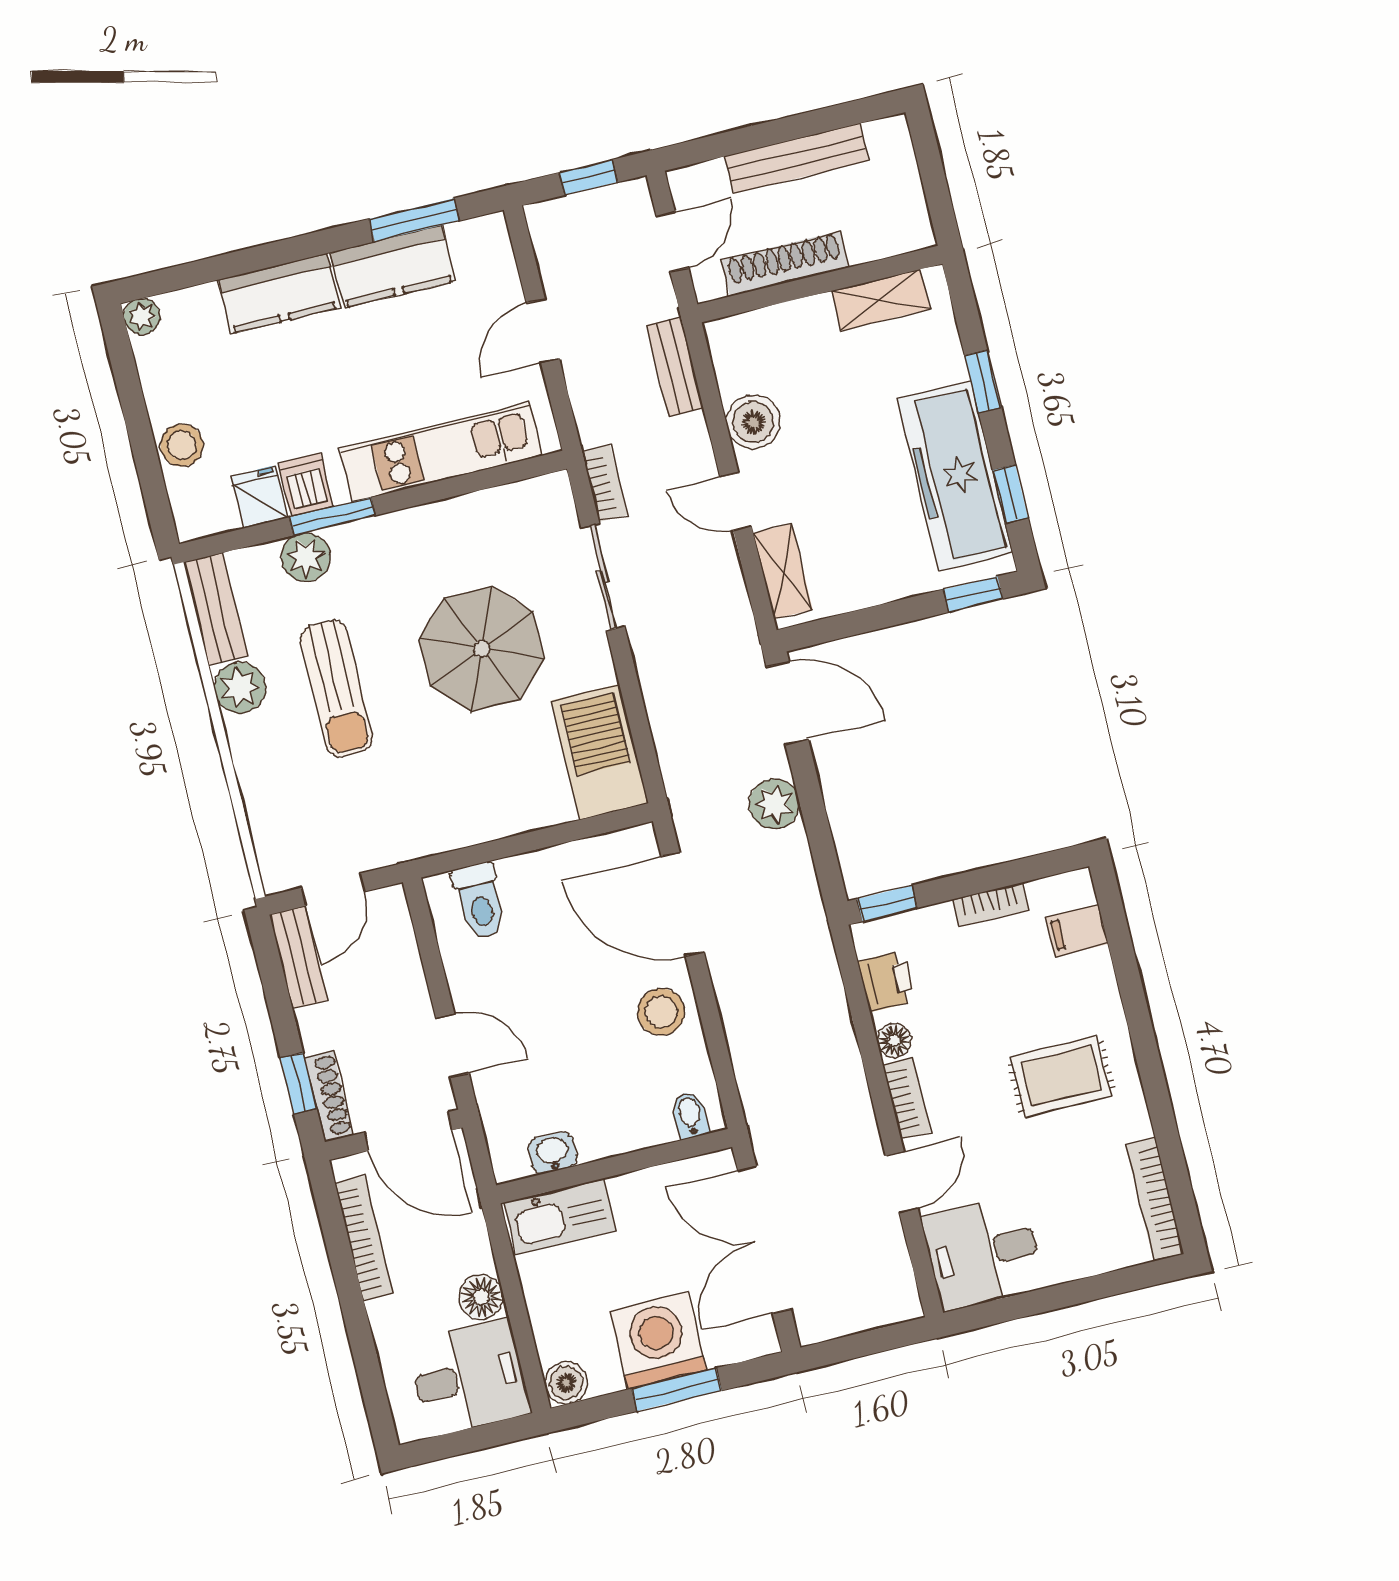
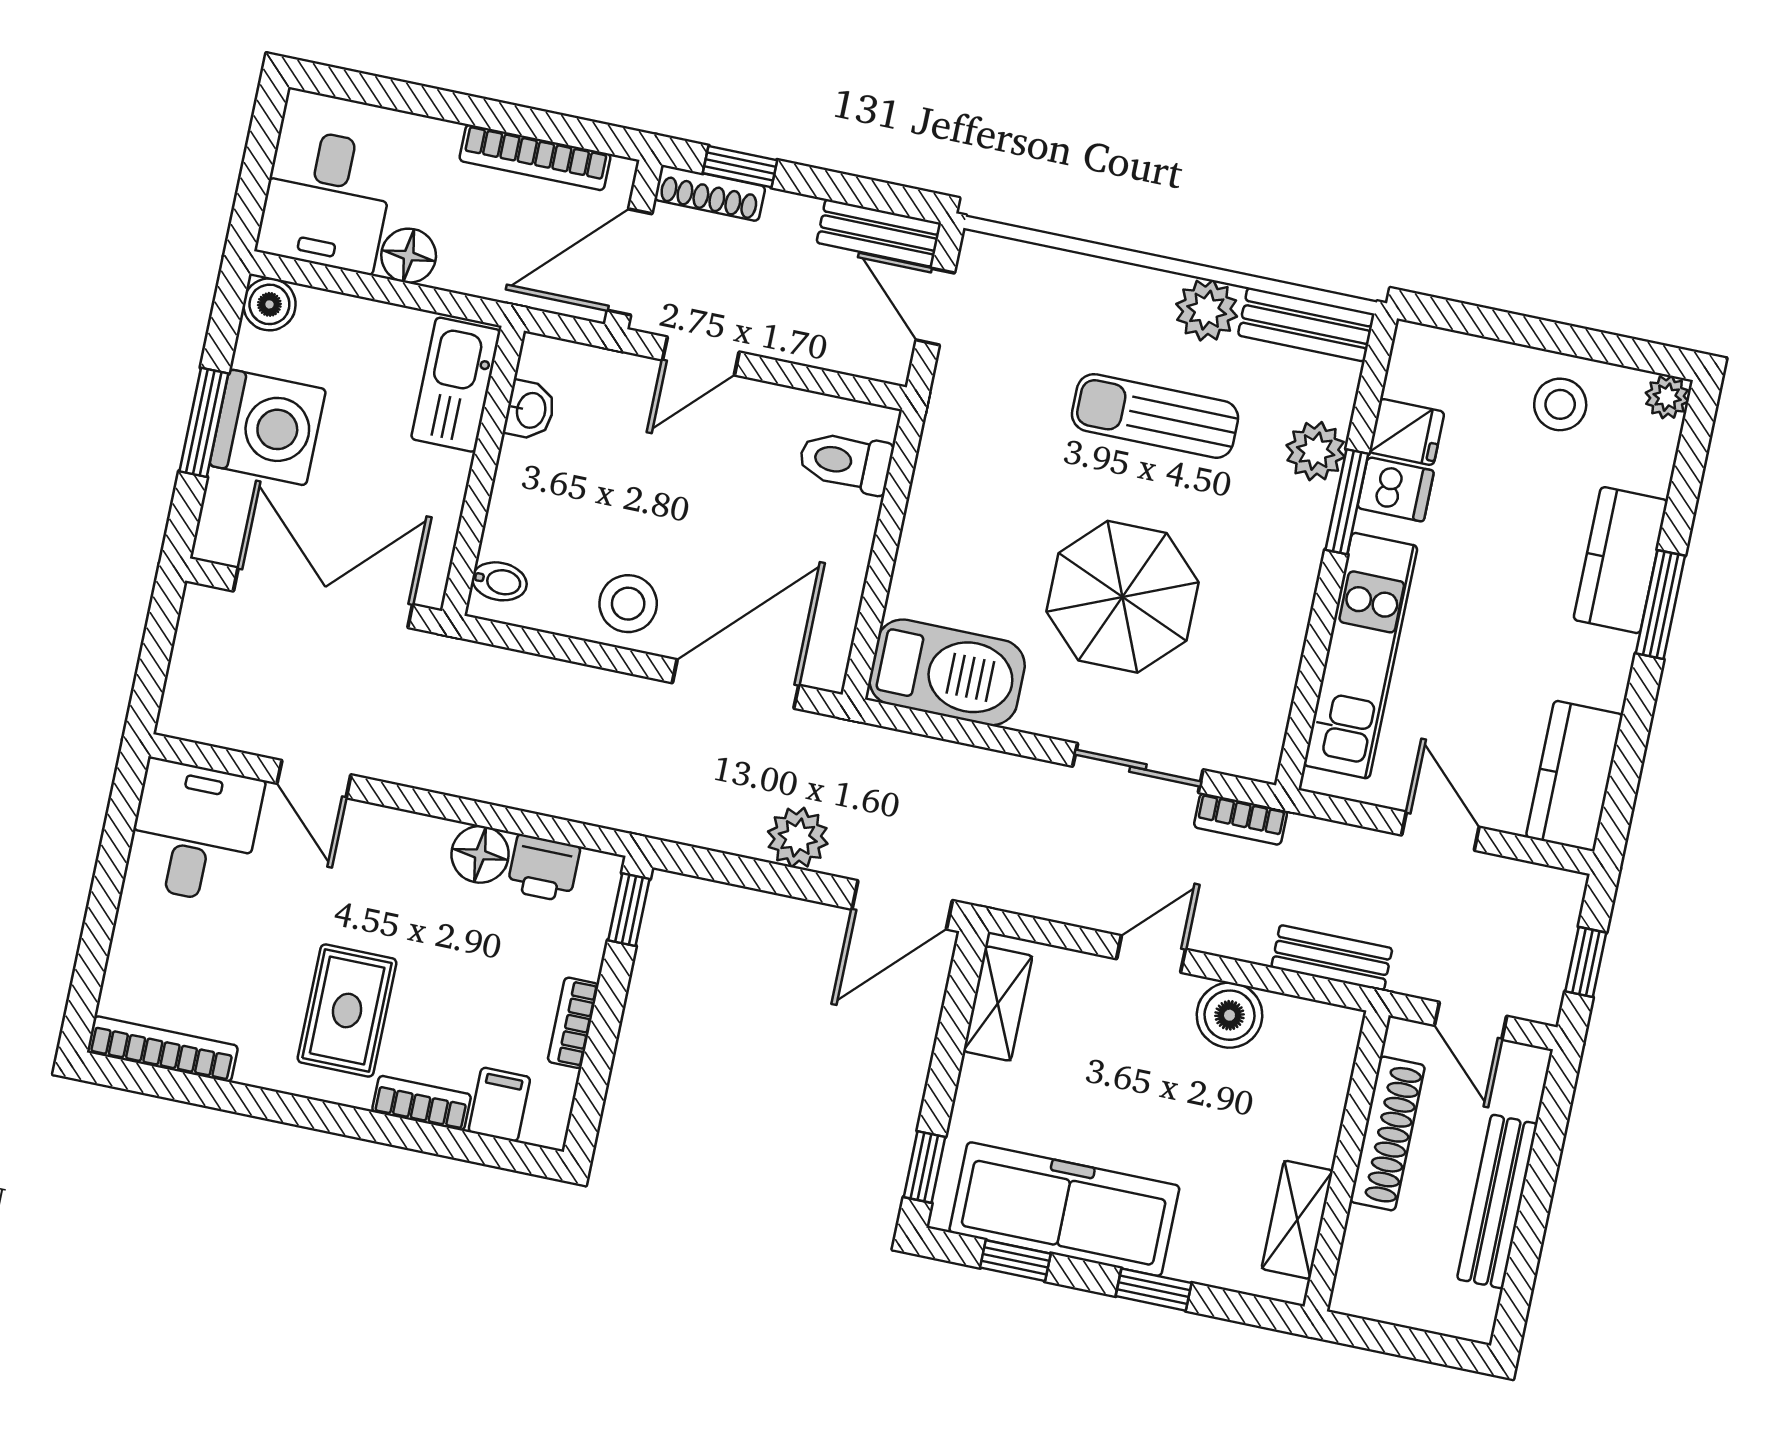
window: (414, 220) -> (1660, 605), moved
kitchen counter: (393, 266) -> (1574, 776), moved
stool: (182, 445) -> (1560, 404), moved
shelving: (783, 571) -> (998, 1004), moved, turned 90
floor lamp: (894, 1041) -> (480, 854), width x1.37, depth x1.37
bookcase: (907, 1099) -> (422, 1103), moved, turned 180

